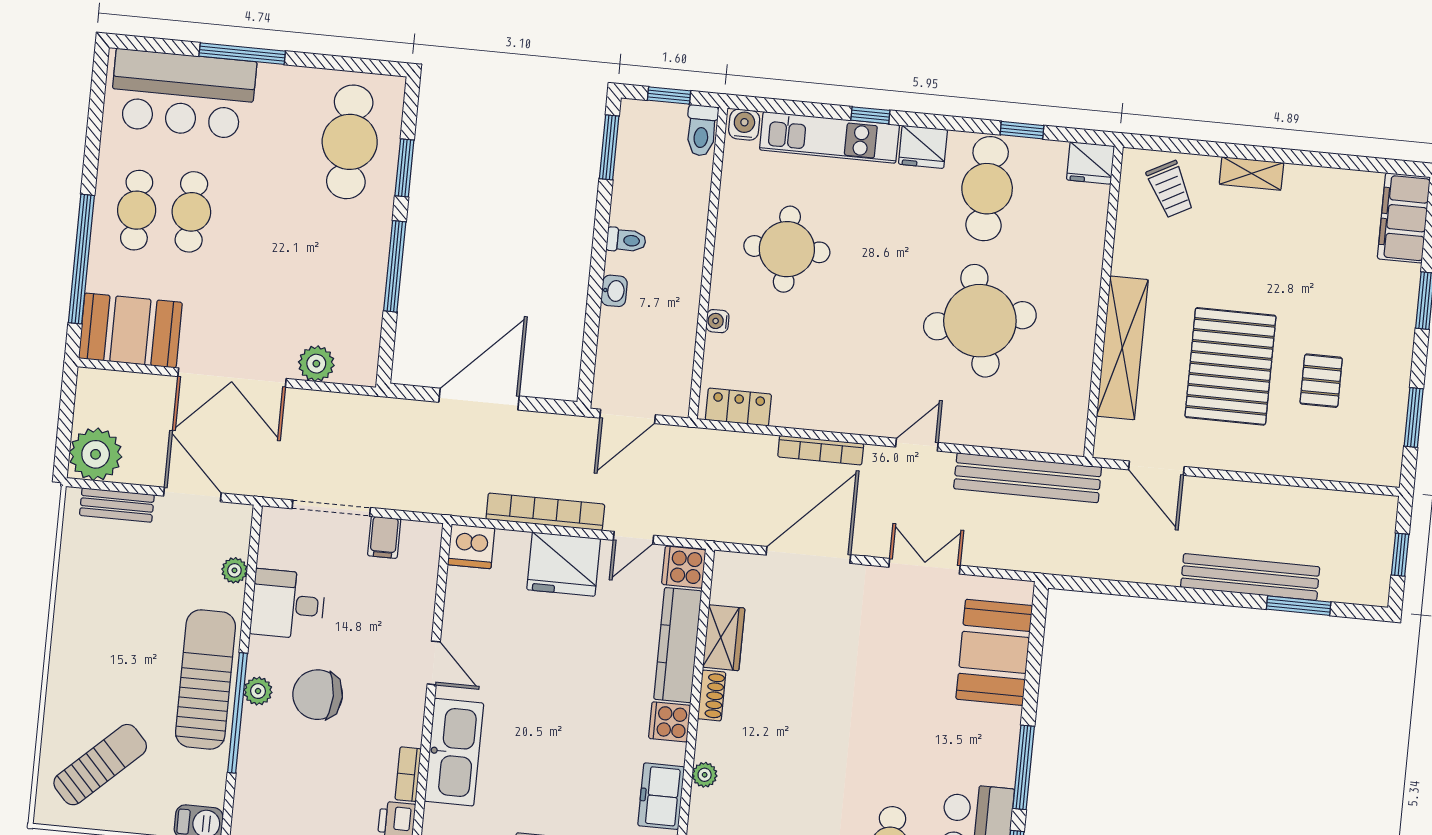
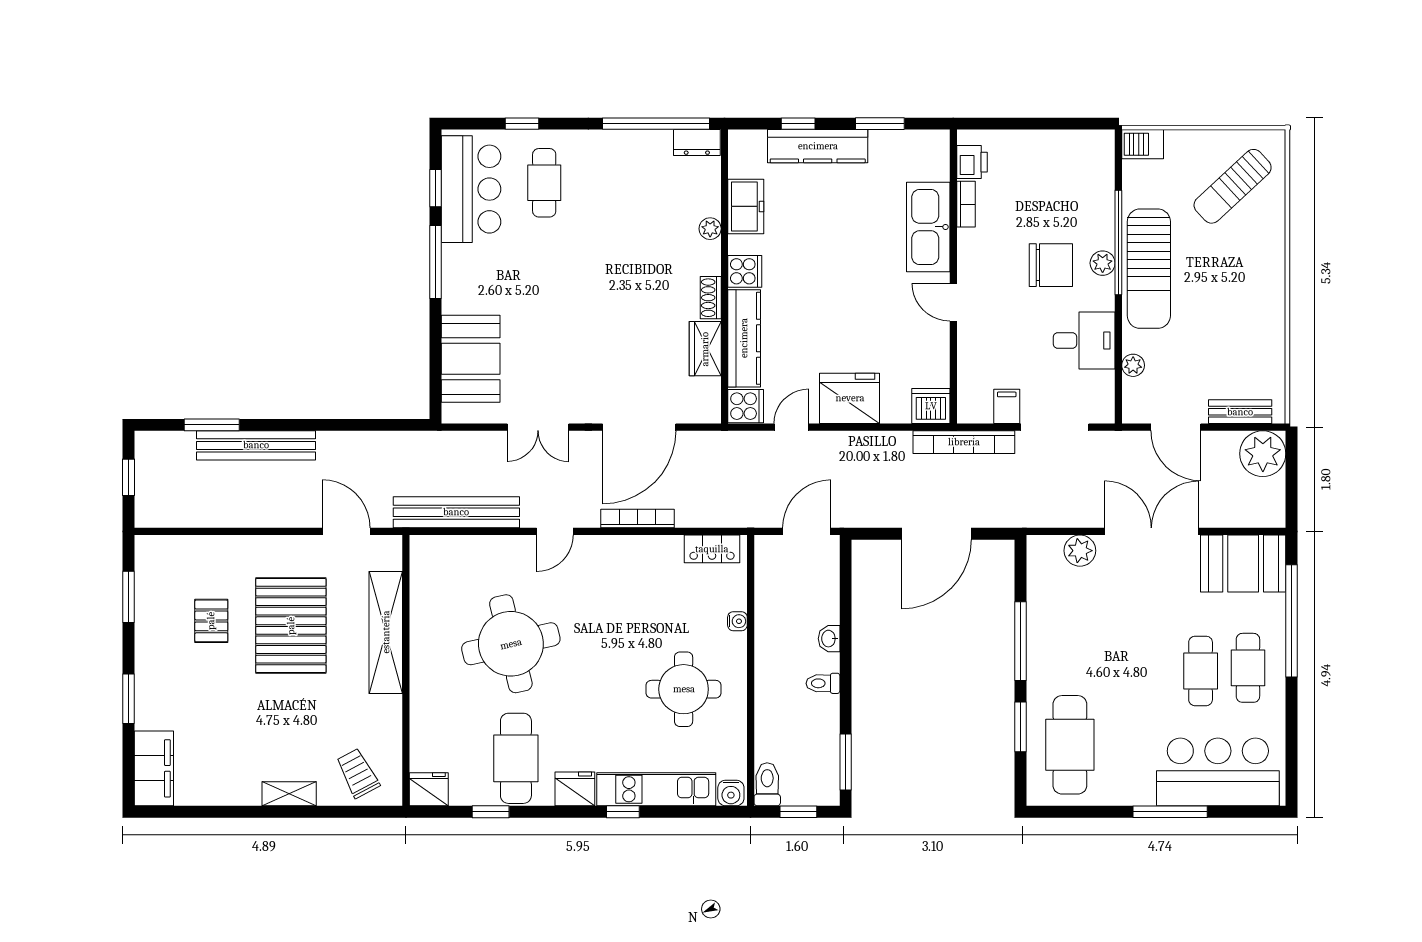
bookcase: (545, 512) -> (964, 442), moved

